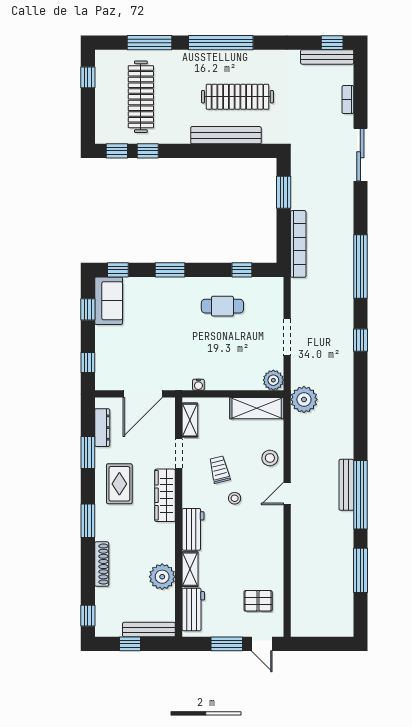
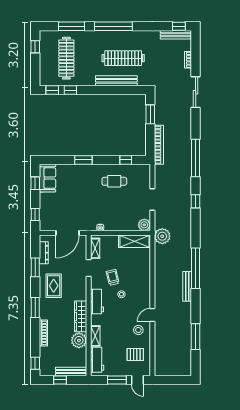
window: (118, 270) -> (53, 160), removed
stool: (270, 458) -> (138, 330), moved
door: (287, 493) -> (152, 315), moved
wardrobe: (165, 495) -> (81, 316), moved
window: (360, 495) -> (196, 268), moved
workbench: (193, 529) -> (97, 302), moved

